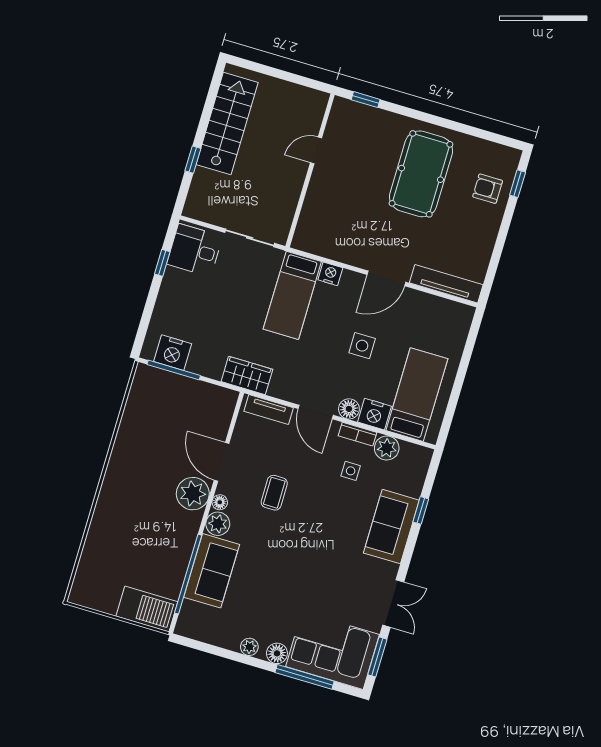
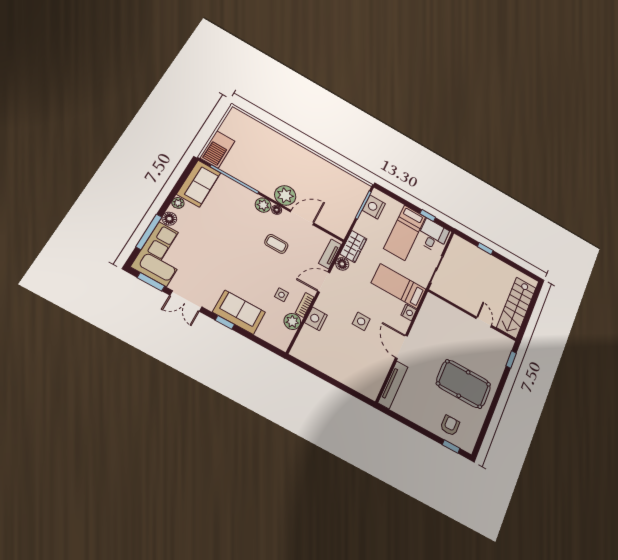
stairs: (227, 124) -> (516, 308), moved, turned 90
bed: (417, 395) -> (405, 233), moved, turned 90
floor lamp: (349, 409) -> (342, 264), moved
window: (421, 510) -> (225, 322), moved
sofa: (212, 571) -> (199, 184), moved, turned -90

